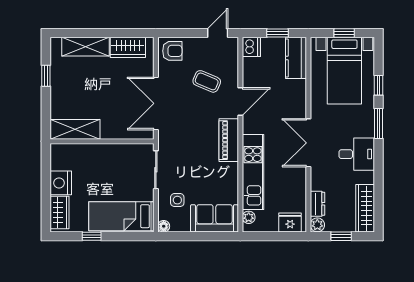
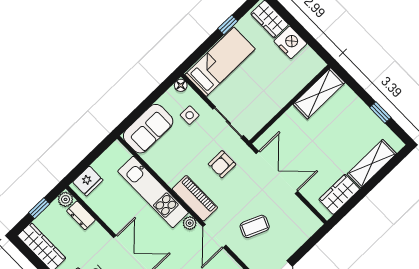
armchair: (172, 51) -> (222, 164), moved
plant: (249, 217) -> (190, 223), moved

